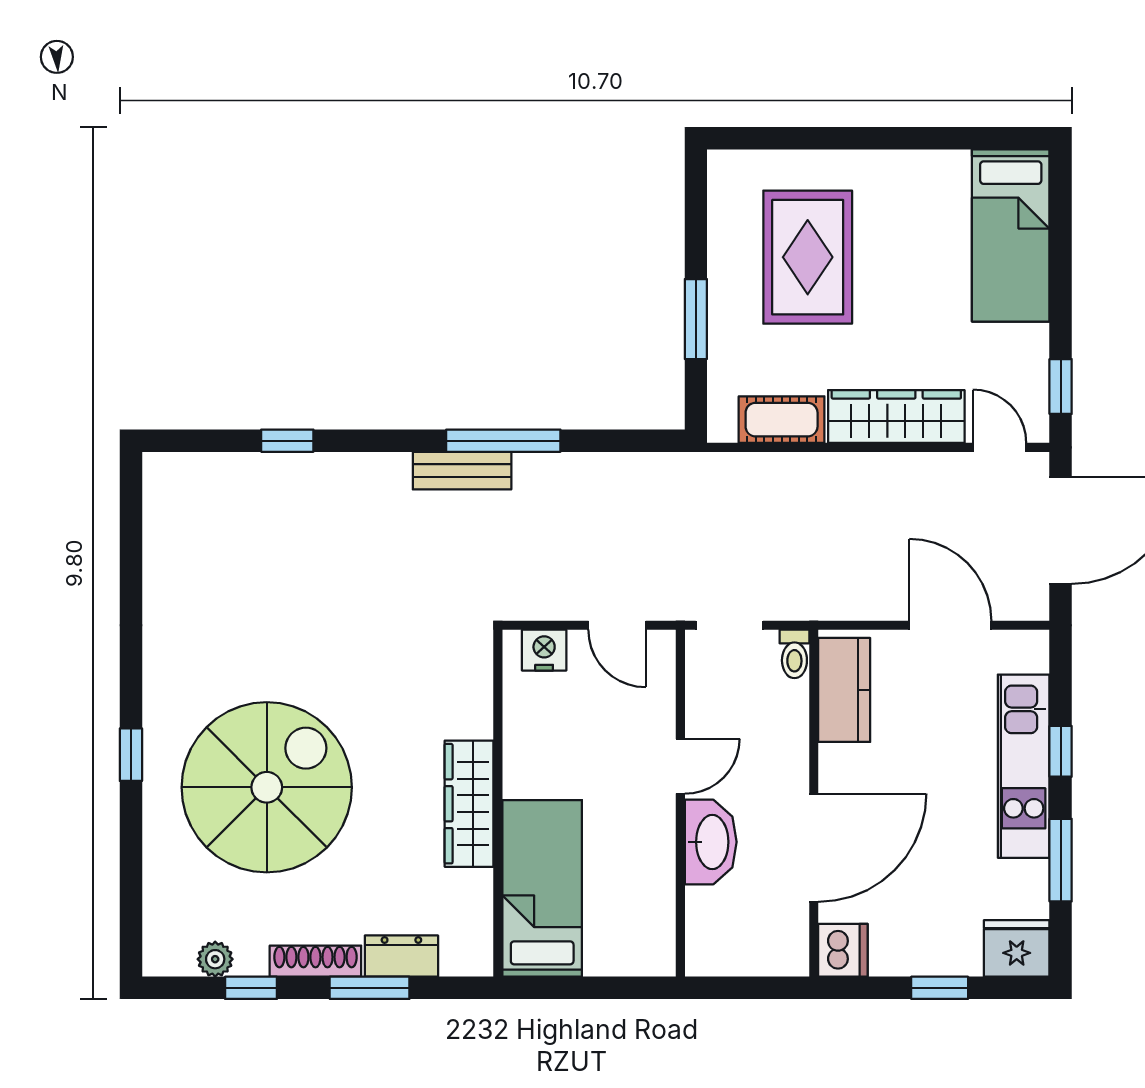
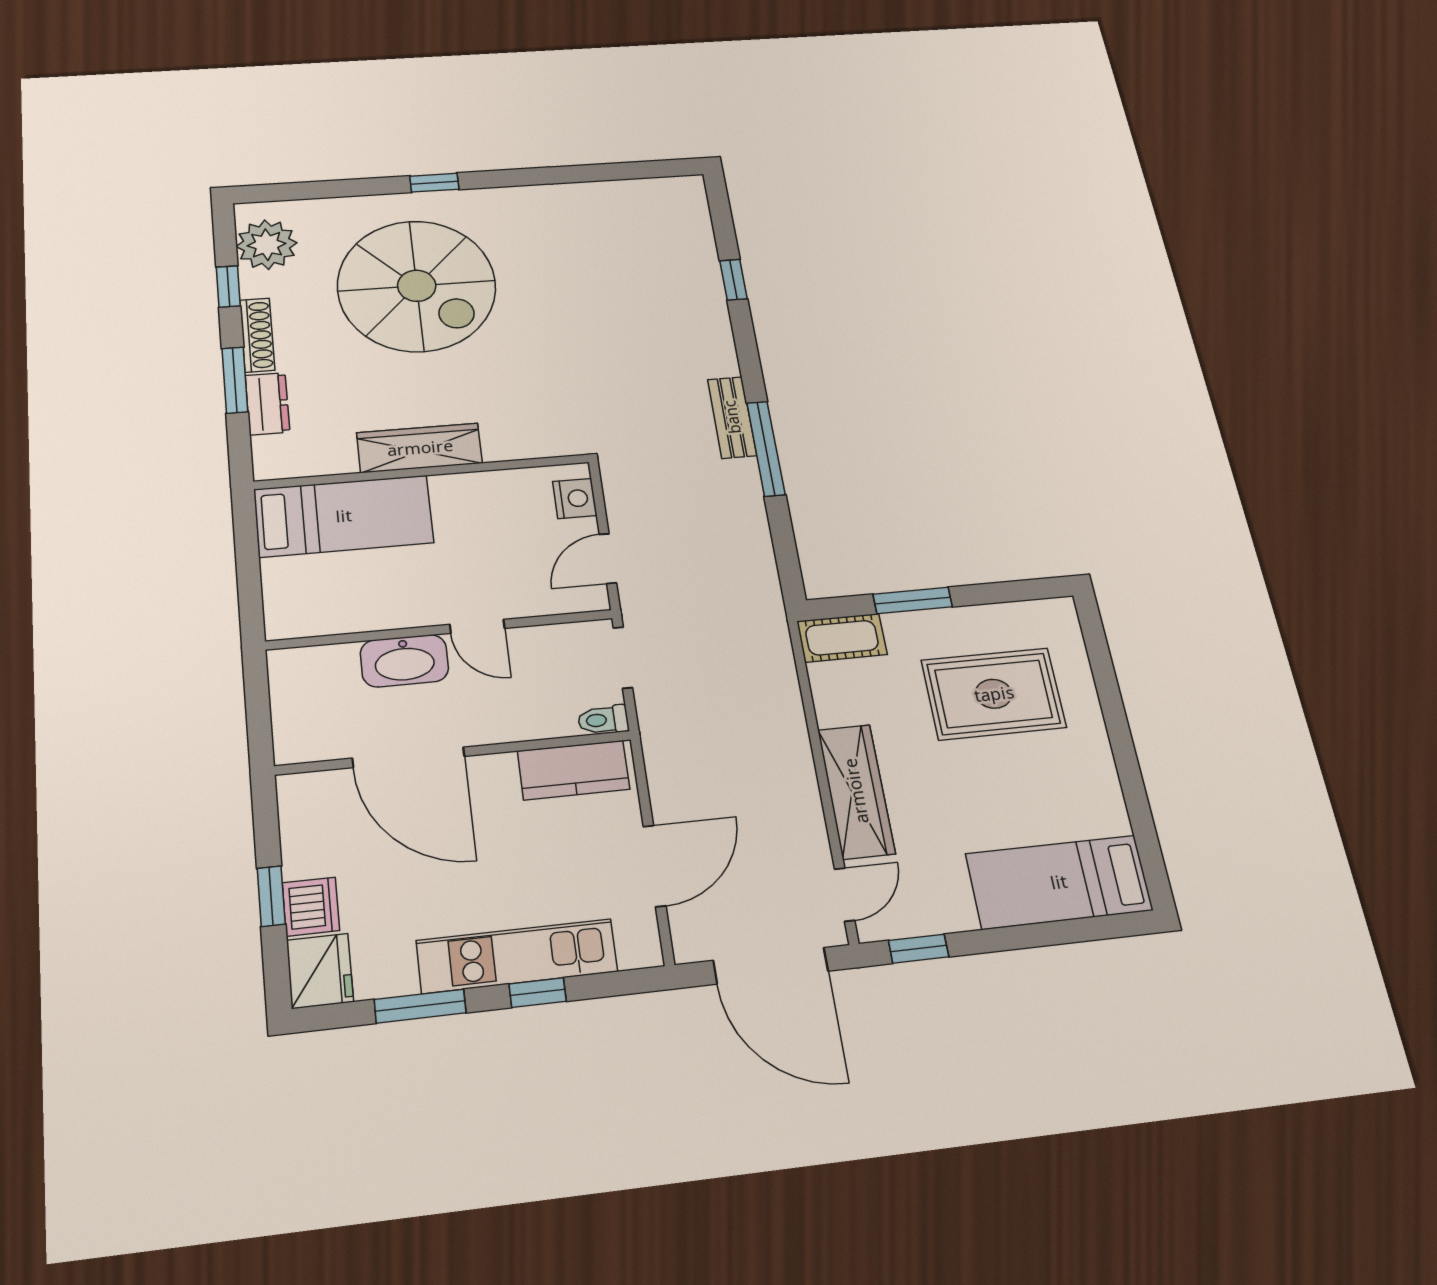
cot: (782, 420) -> (842, 638), moved, turned 90
dishwasher: (843, 950) -> (311, 907), moved, turned -90
plant: (215, 959) -> (267, 245), width x1.87, depth x1.87

